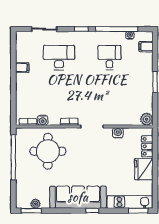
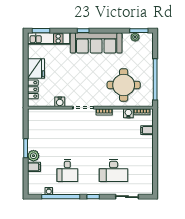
filing cabinet: (146, 47) -> (34, 167), moved
filing cabinet: (22, 68) -> (147, 130), moved
plant: (147, 119) -> (33, 156), moved

